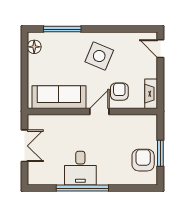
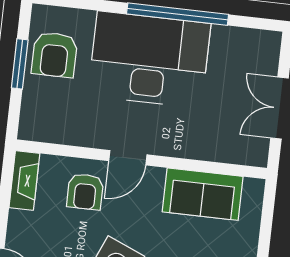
sofa: (59, 97) -> (203, 194), width x0.73
desk: (80, 168) -> (149, 60), width x1.87, depth x1.30

